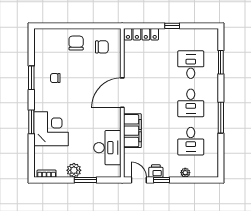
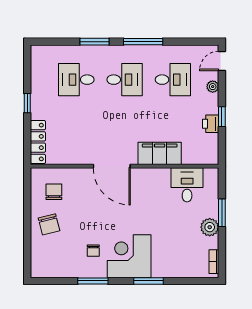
chair: (76, 43) -> (49, 224), turned -104
window: (221, 62) -> (94, 42), moved
corner desk: (51, 129) -> (129, 256), moved
desk: (107, 148) -> (187, 185), width x0.73
door: (139, 180) -> (222, 61), moved

